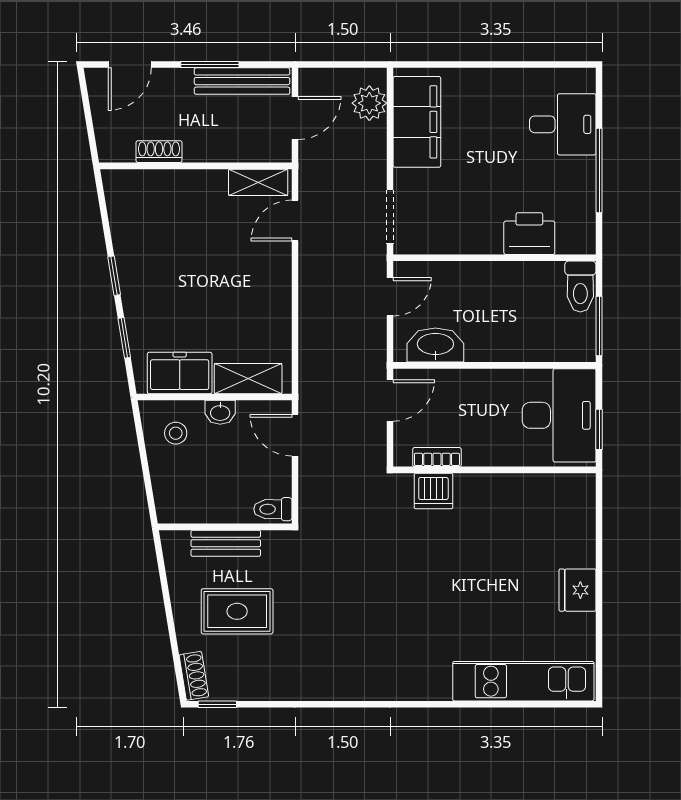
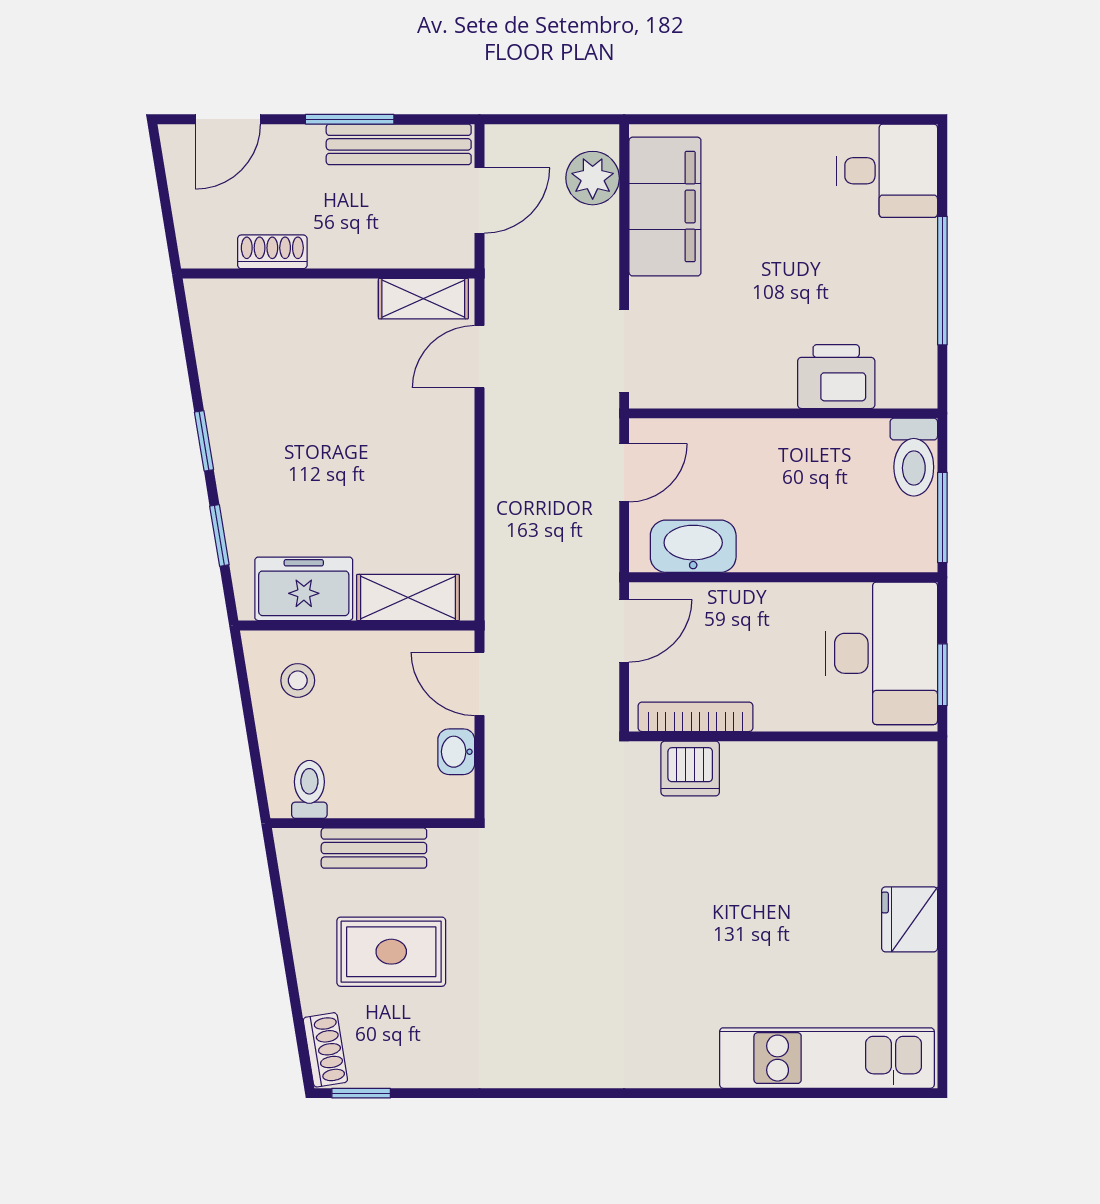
desk: (563, 124) -> (887, 171), moved
washbasin: (220, 412) -> (456, 752), moved, turned 90
bookcase: (437, 457) -> (695, 717), width x1.56
toilet: (273, 509) -> (309, 789), moved, turned 90

